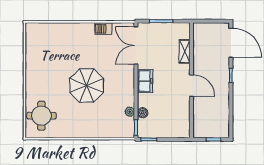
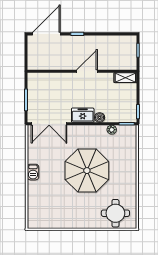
barbecue: (103, 29) -> (33, 172), moved
shelving: (185, 51) -> (125, 78), moved
parasol: (87, 86) -> (87, 171), width x1.36, depth x1.36
boiler: (143, 113) -> (100, 117), moved

